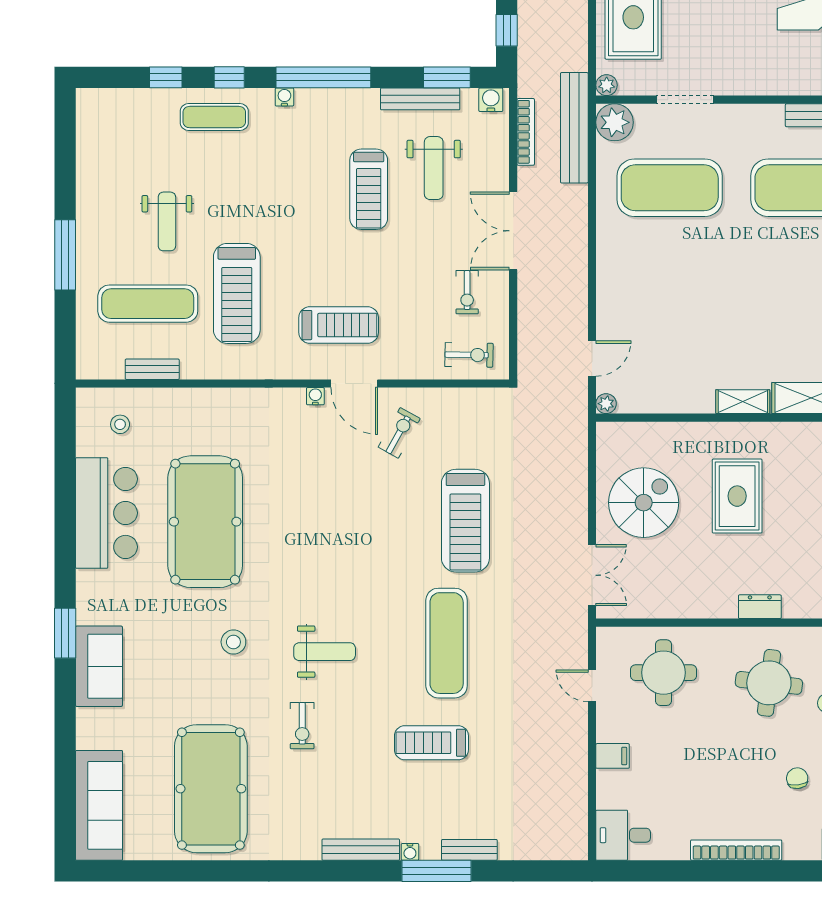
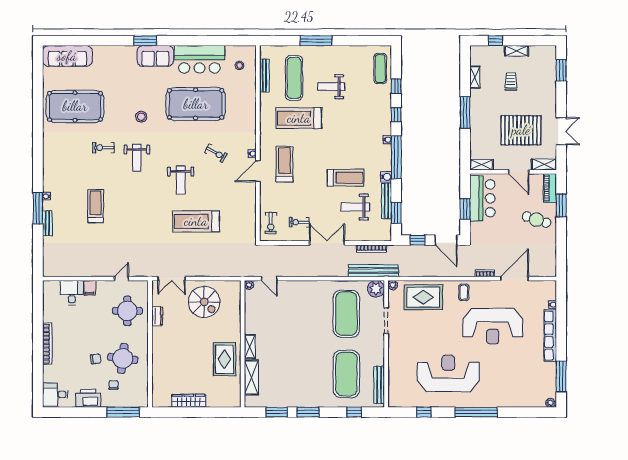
water cooler: (491, 100) -> (386, 177), moved
exercise mat: (214, 117) -> (380, 69), moved
treadmill: (369, 189) -> (346, 178), turned 180
treadmill: (339, 325) -> (284, 164), turned 180
bench: (152, 369) -> (264, 76), width x1.36
exercise bike: (399, 433) -> (216, 153), moved
rug: (737, 496) -> (225, 359), moved, turned 90
weight bench: (374, 555) -> (181, 180), added
dresser: (760, 607) -> (157, 316), moved
exercise mat: (447, 643) -> (141, 213), removed
sofa: (99, 666) -> (155, 56), moved
chair: (797, 778) -> (96, 359), moved
desk: (623, 835) -> (72, 293), moved
bench: (361, 850) -> (47, 174), removed

